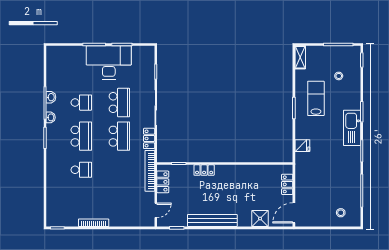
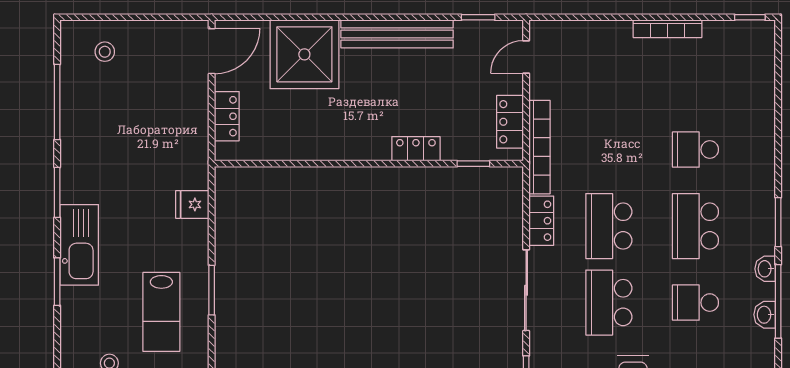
shower: (260, 219) -> (304, 54), width x1.86, depth x1.86

